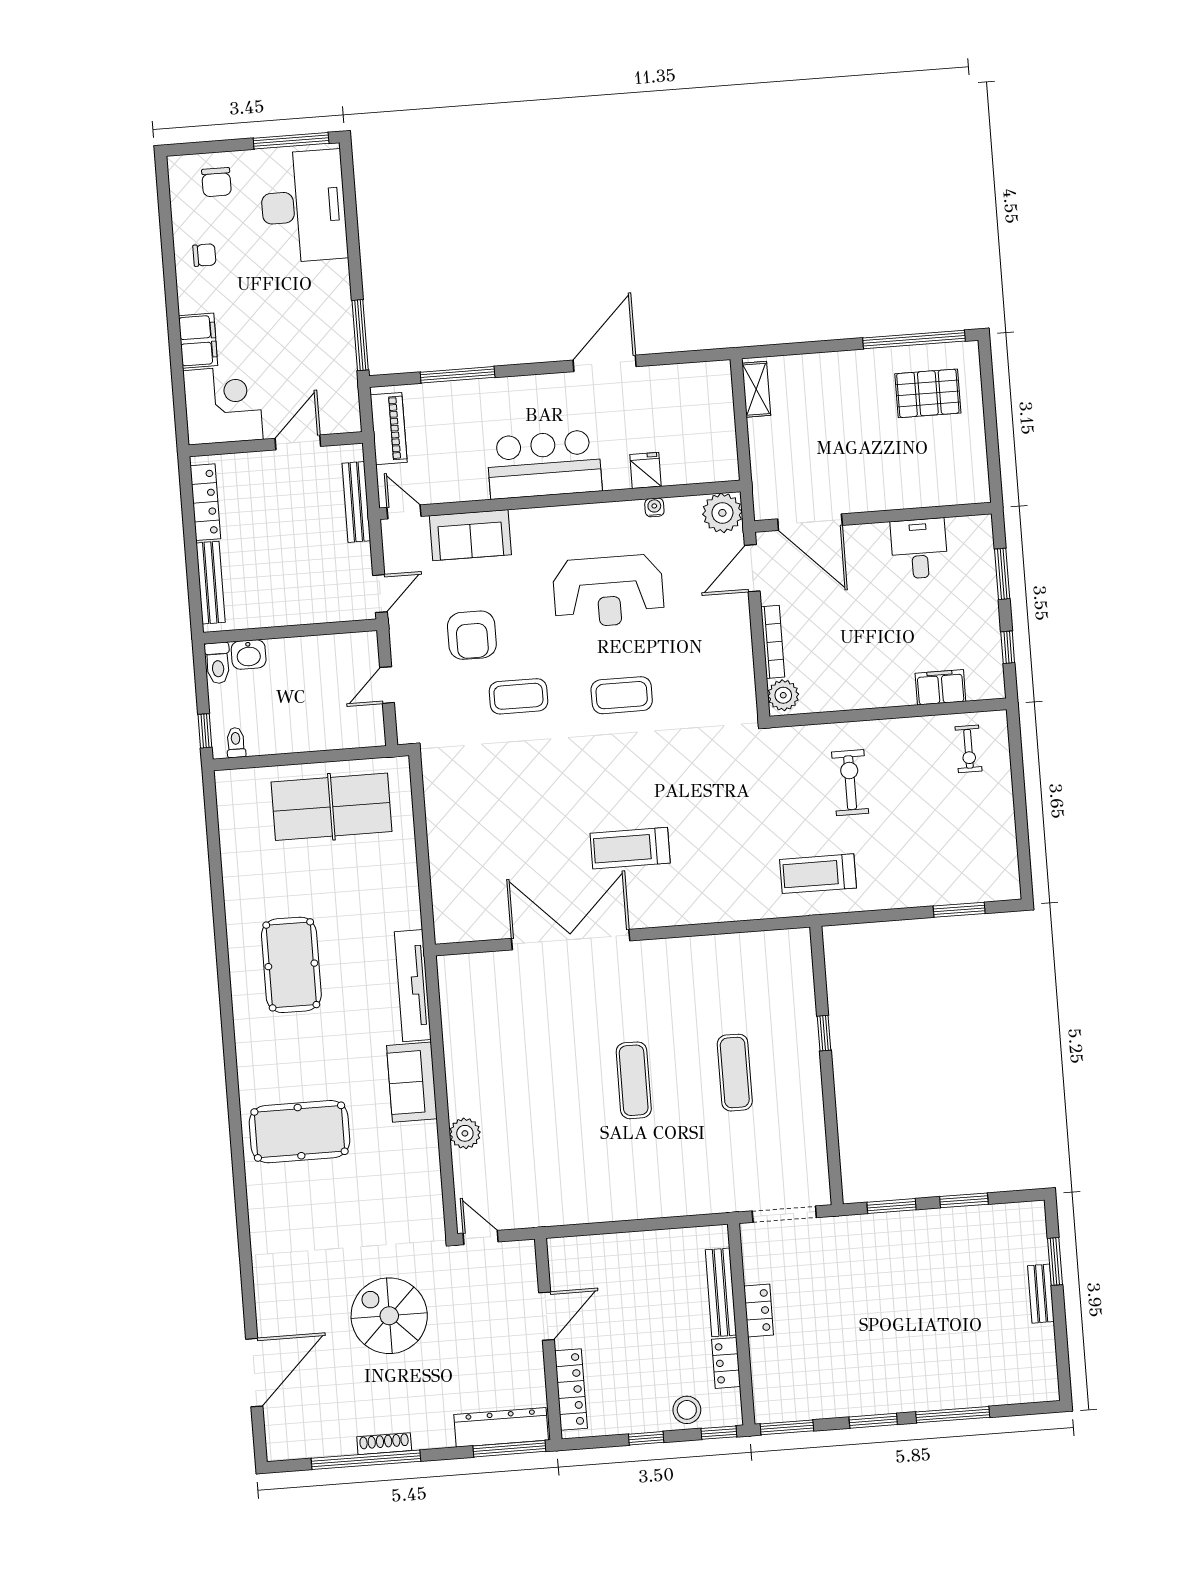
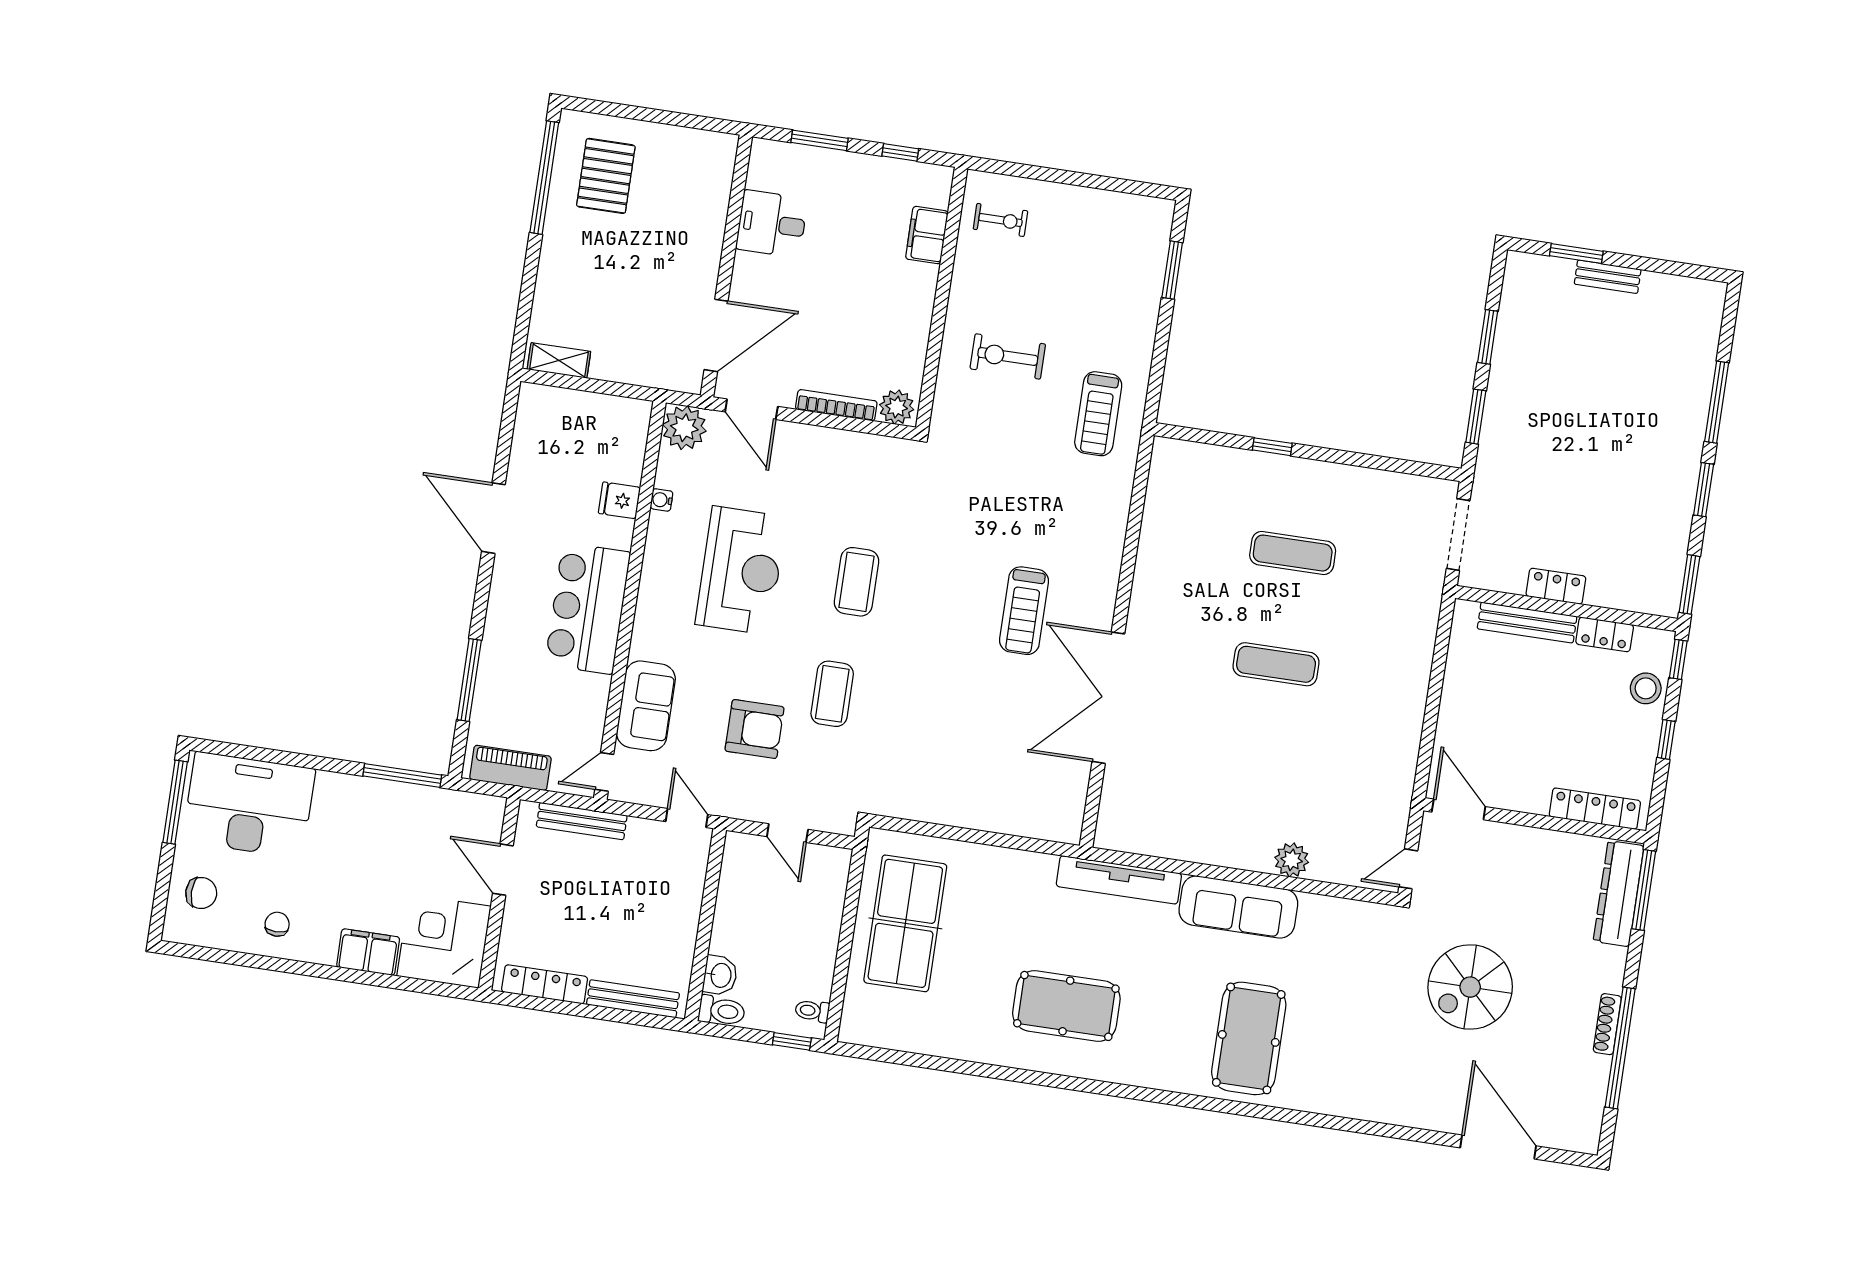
sofa: (412, 1082) -> (1238, 907), width x1.36
door: (547, 1316) -> (1459, 809), moved

